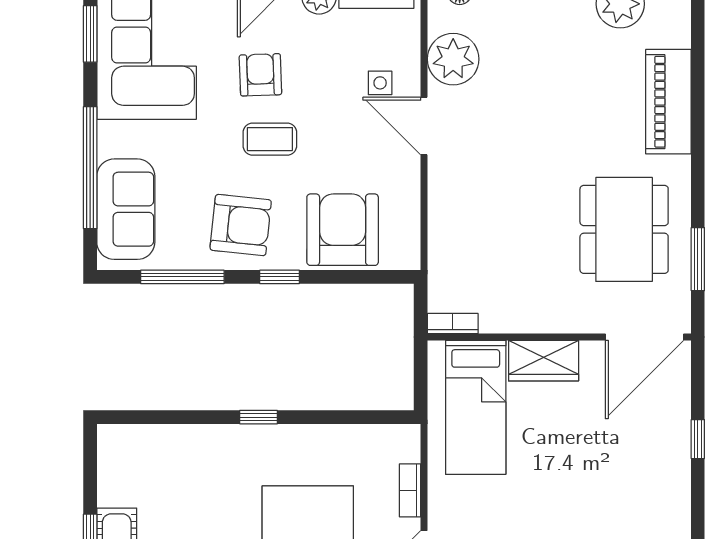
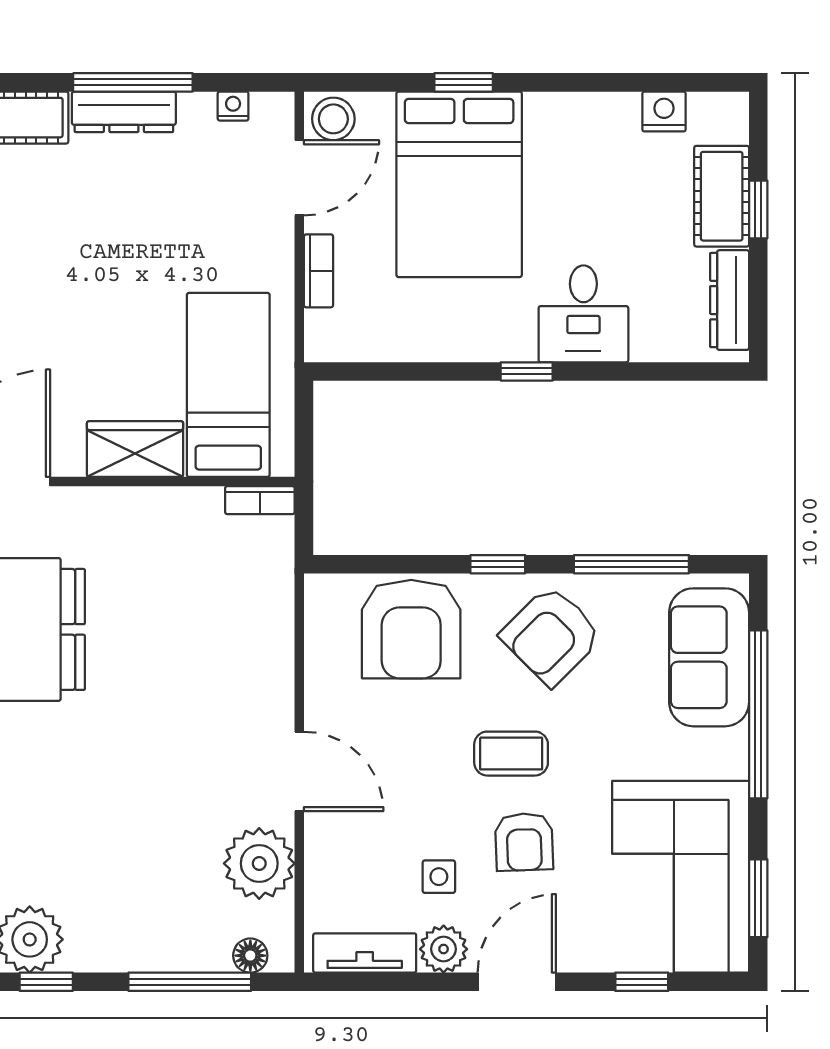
side table: (380, 83) -> (439, 877), moved
armchair: (241, 225) -> (551, 635), turned -51
desk: (217, 459) -> (583, 314), added
dresser: (111, 469) -> (730, 300), added

